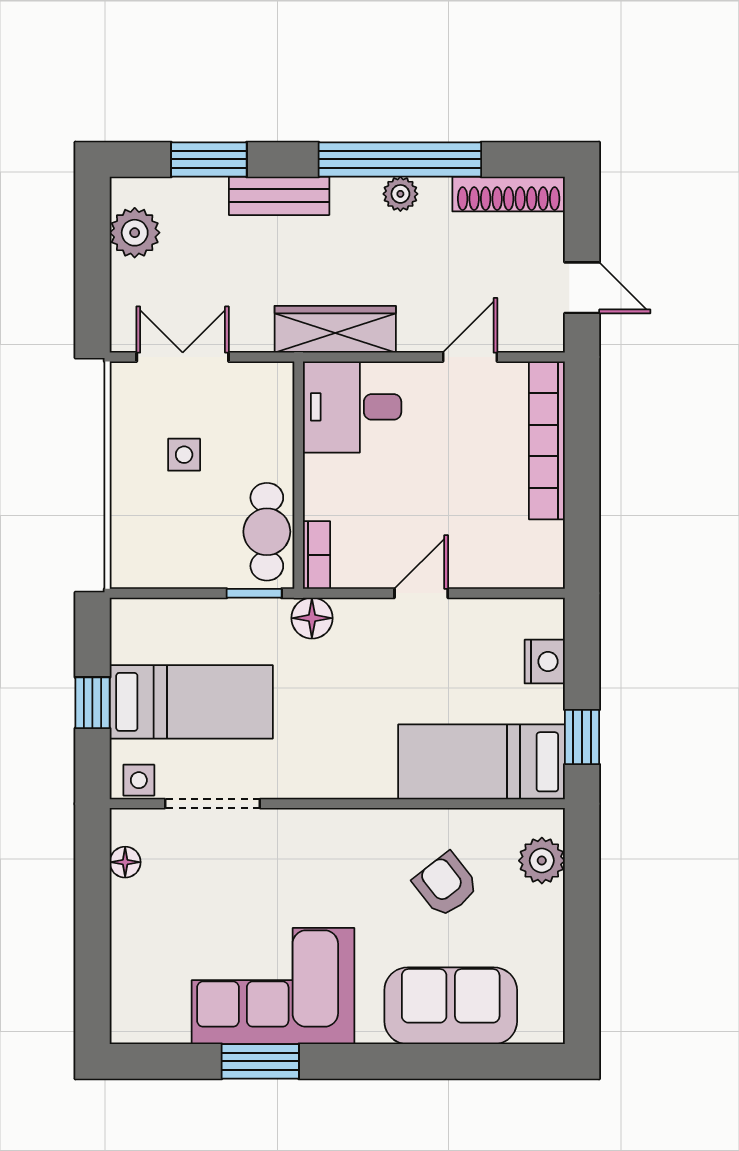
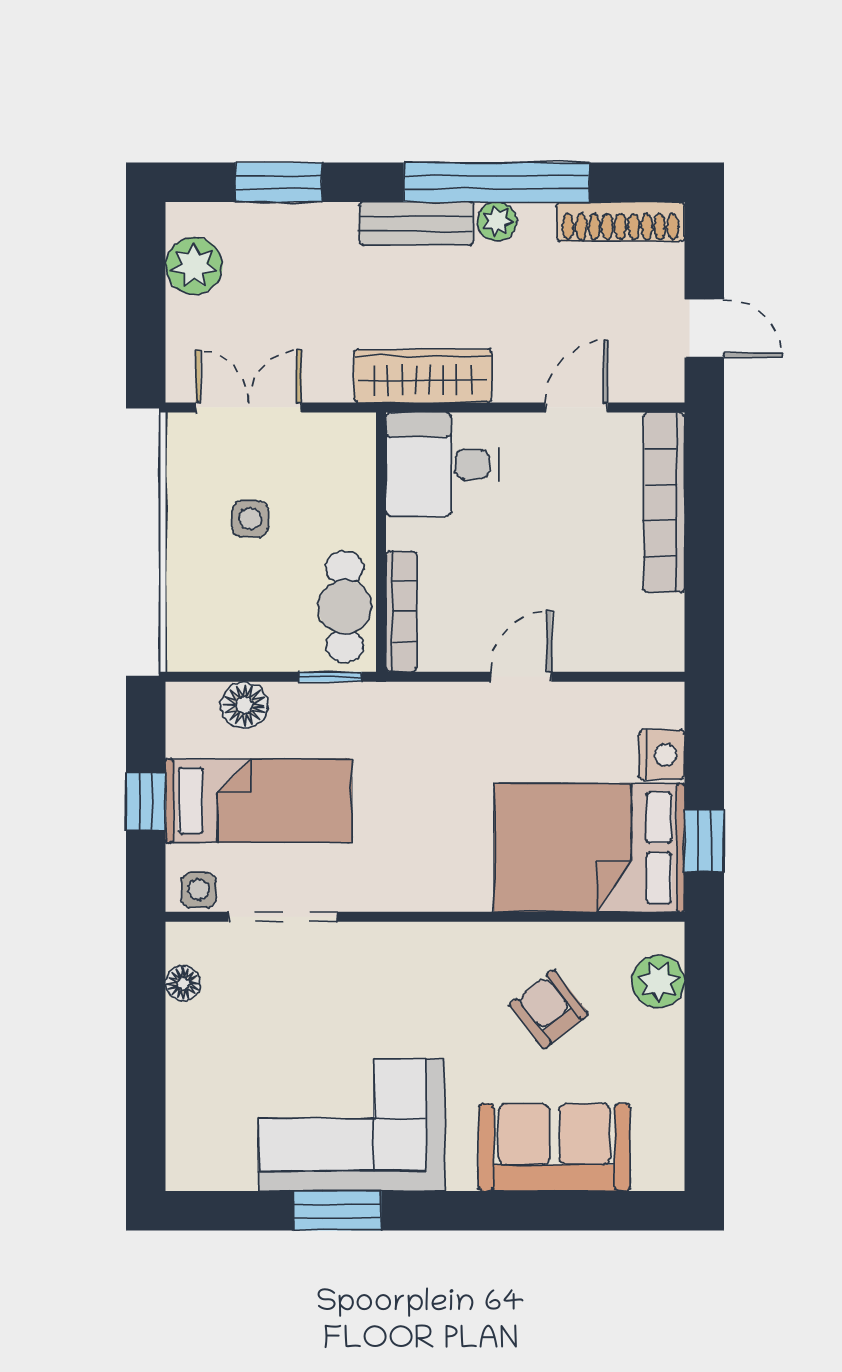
bench: (279, 196) -> (416, 224), moved
bookcase: (316, 555) -> (401, 611), width x1.56
floor lamp: (312, 618) -> (244, 705), moved
bed: (482, 762) -> (590, 848), width x1.50

